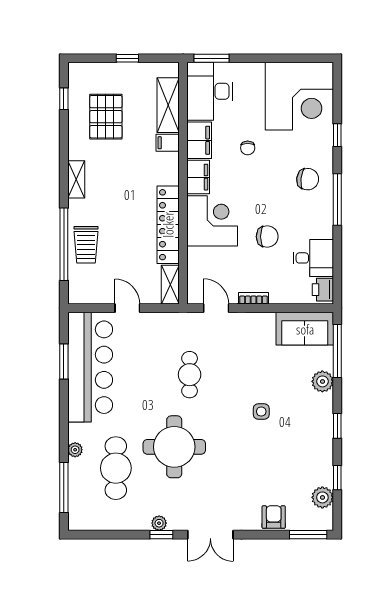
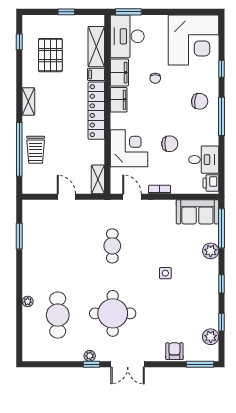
corner desk: (212, 221) -> (129, 148), moved
locker: (168, 225) -> (96, 111), moved
bar counter: (90, 367) -> (39, 240), removed
round table: (174, 447) -> (113, 313), moved
window: (64, 487) -> (19, 329), removed

